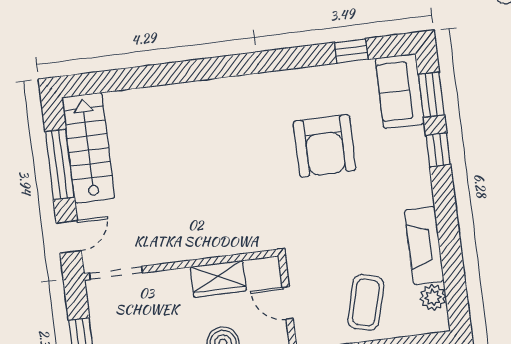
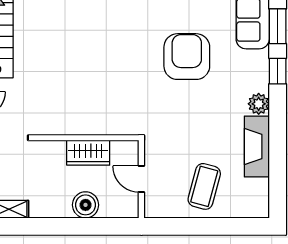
armchair: (325, 146) -> (187, 57), turned 180
plant: (433, 297) -> (259, 104), moved

